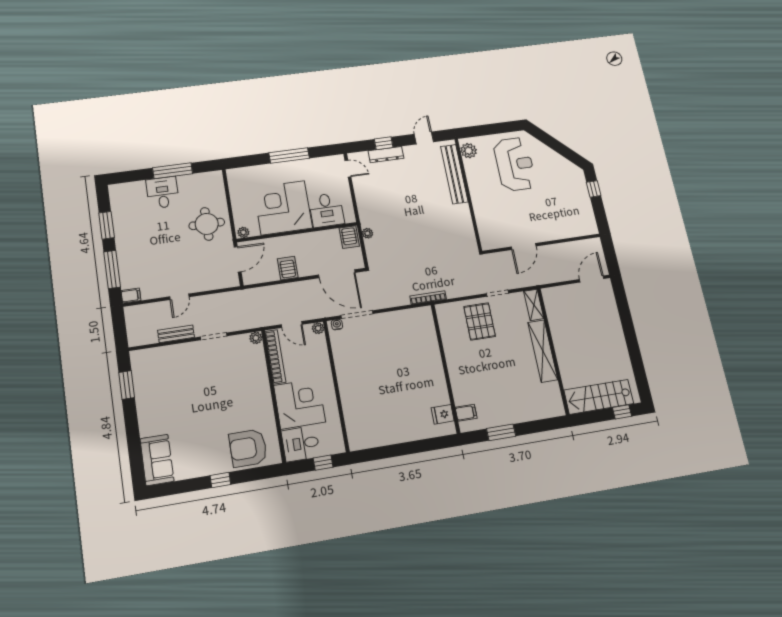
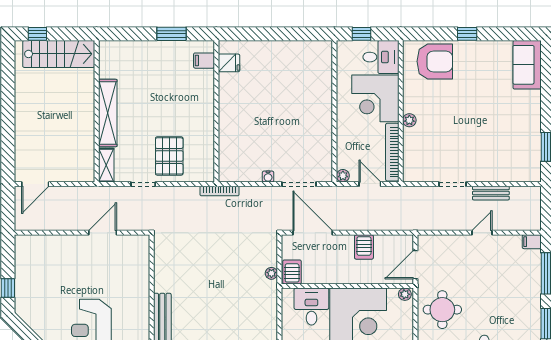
water cooler: (337, 325) -> (268, 177), moved
plant: (256, 338) -> (409, 120), moved

